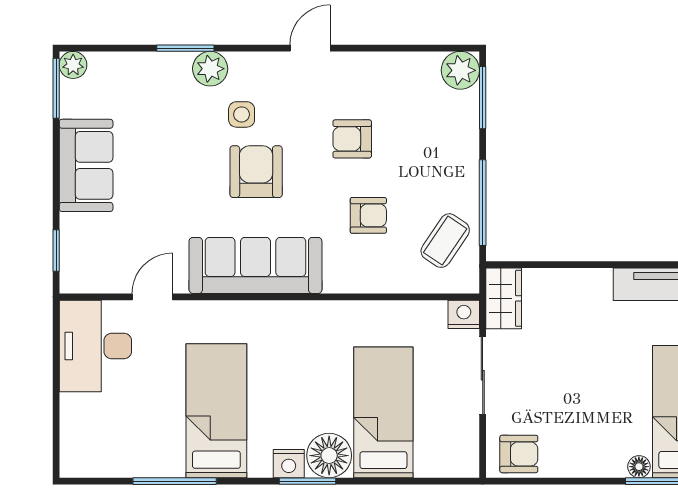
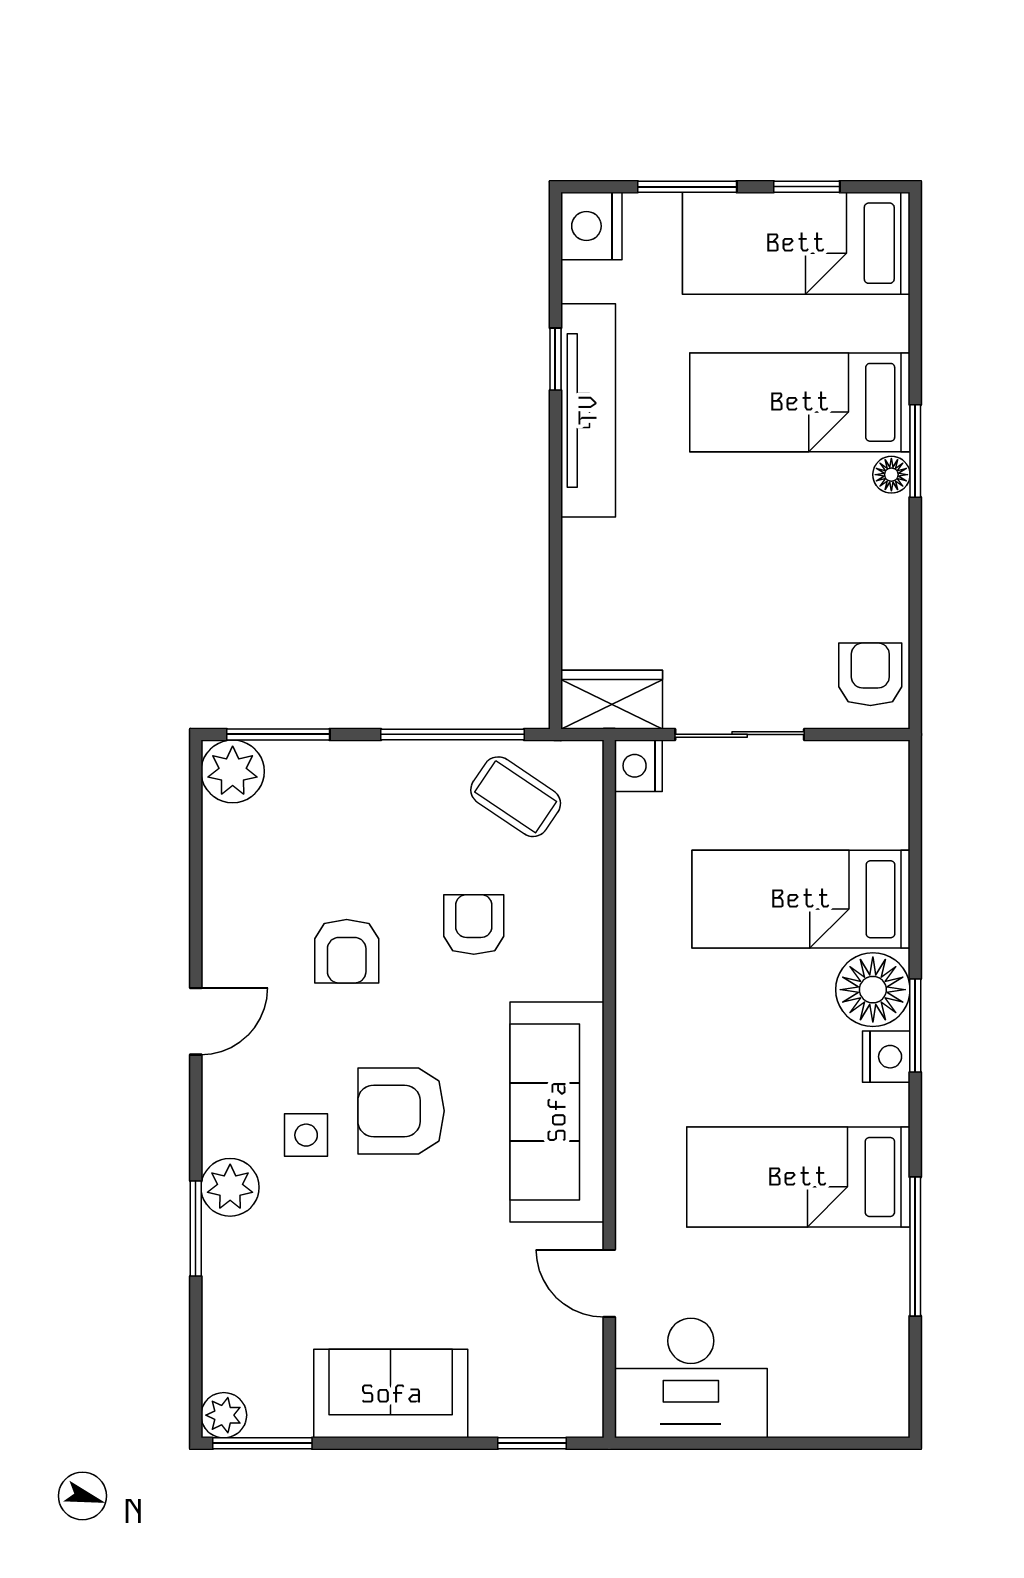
door: (310, 48) -> (196, 1021), swing flipped

